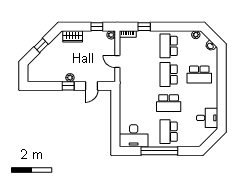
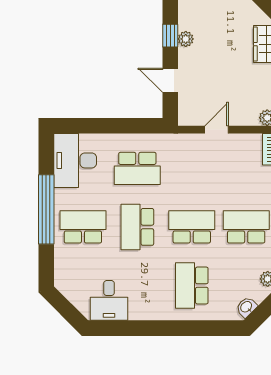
school desk: (138, 103) -> (137, 168), added

